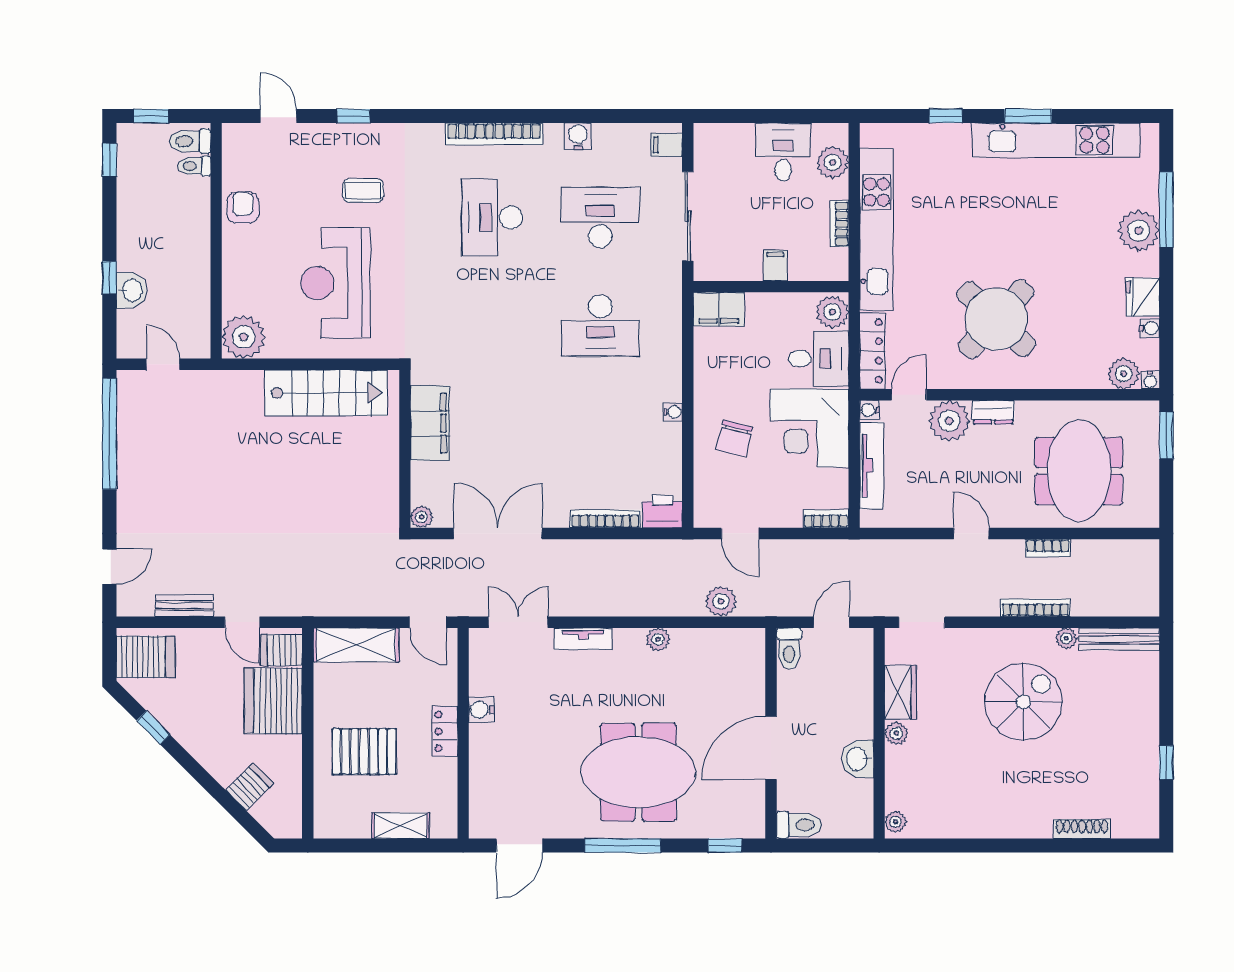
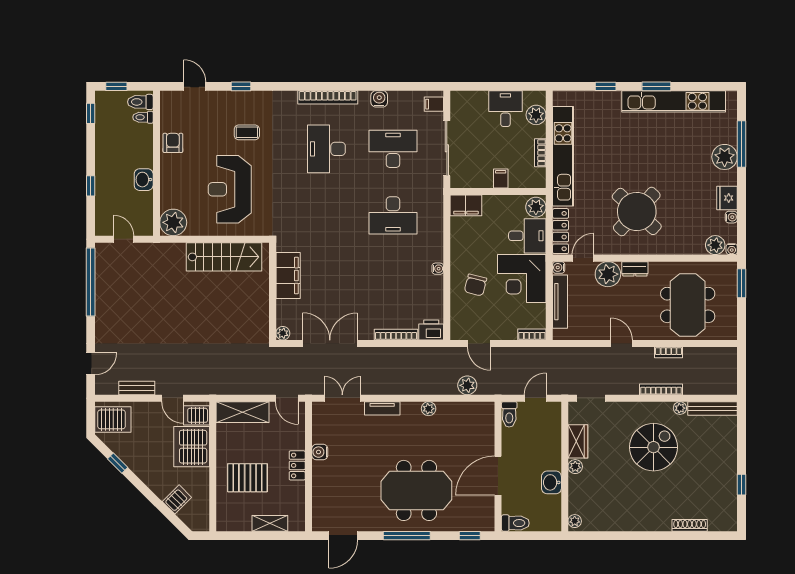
washbasin: (132, 290) -> (144, 180), moved, turned 180

